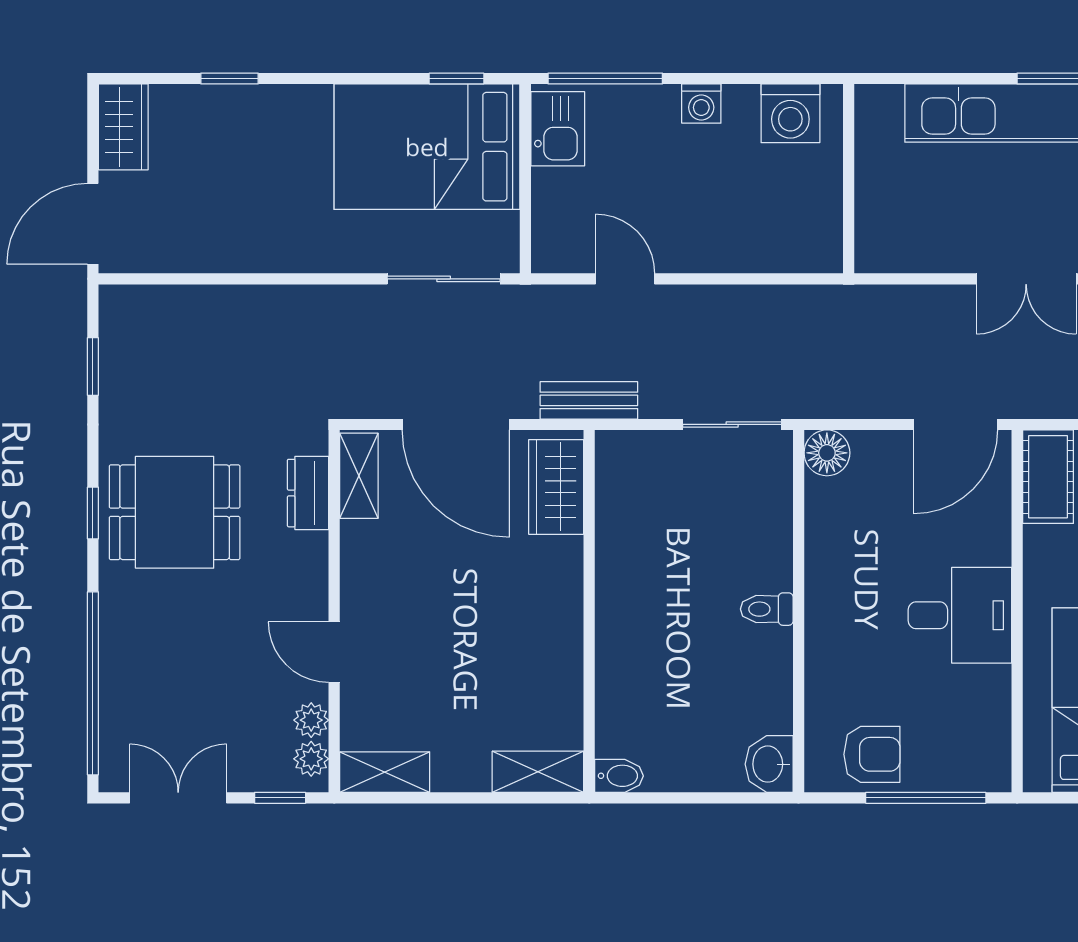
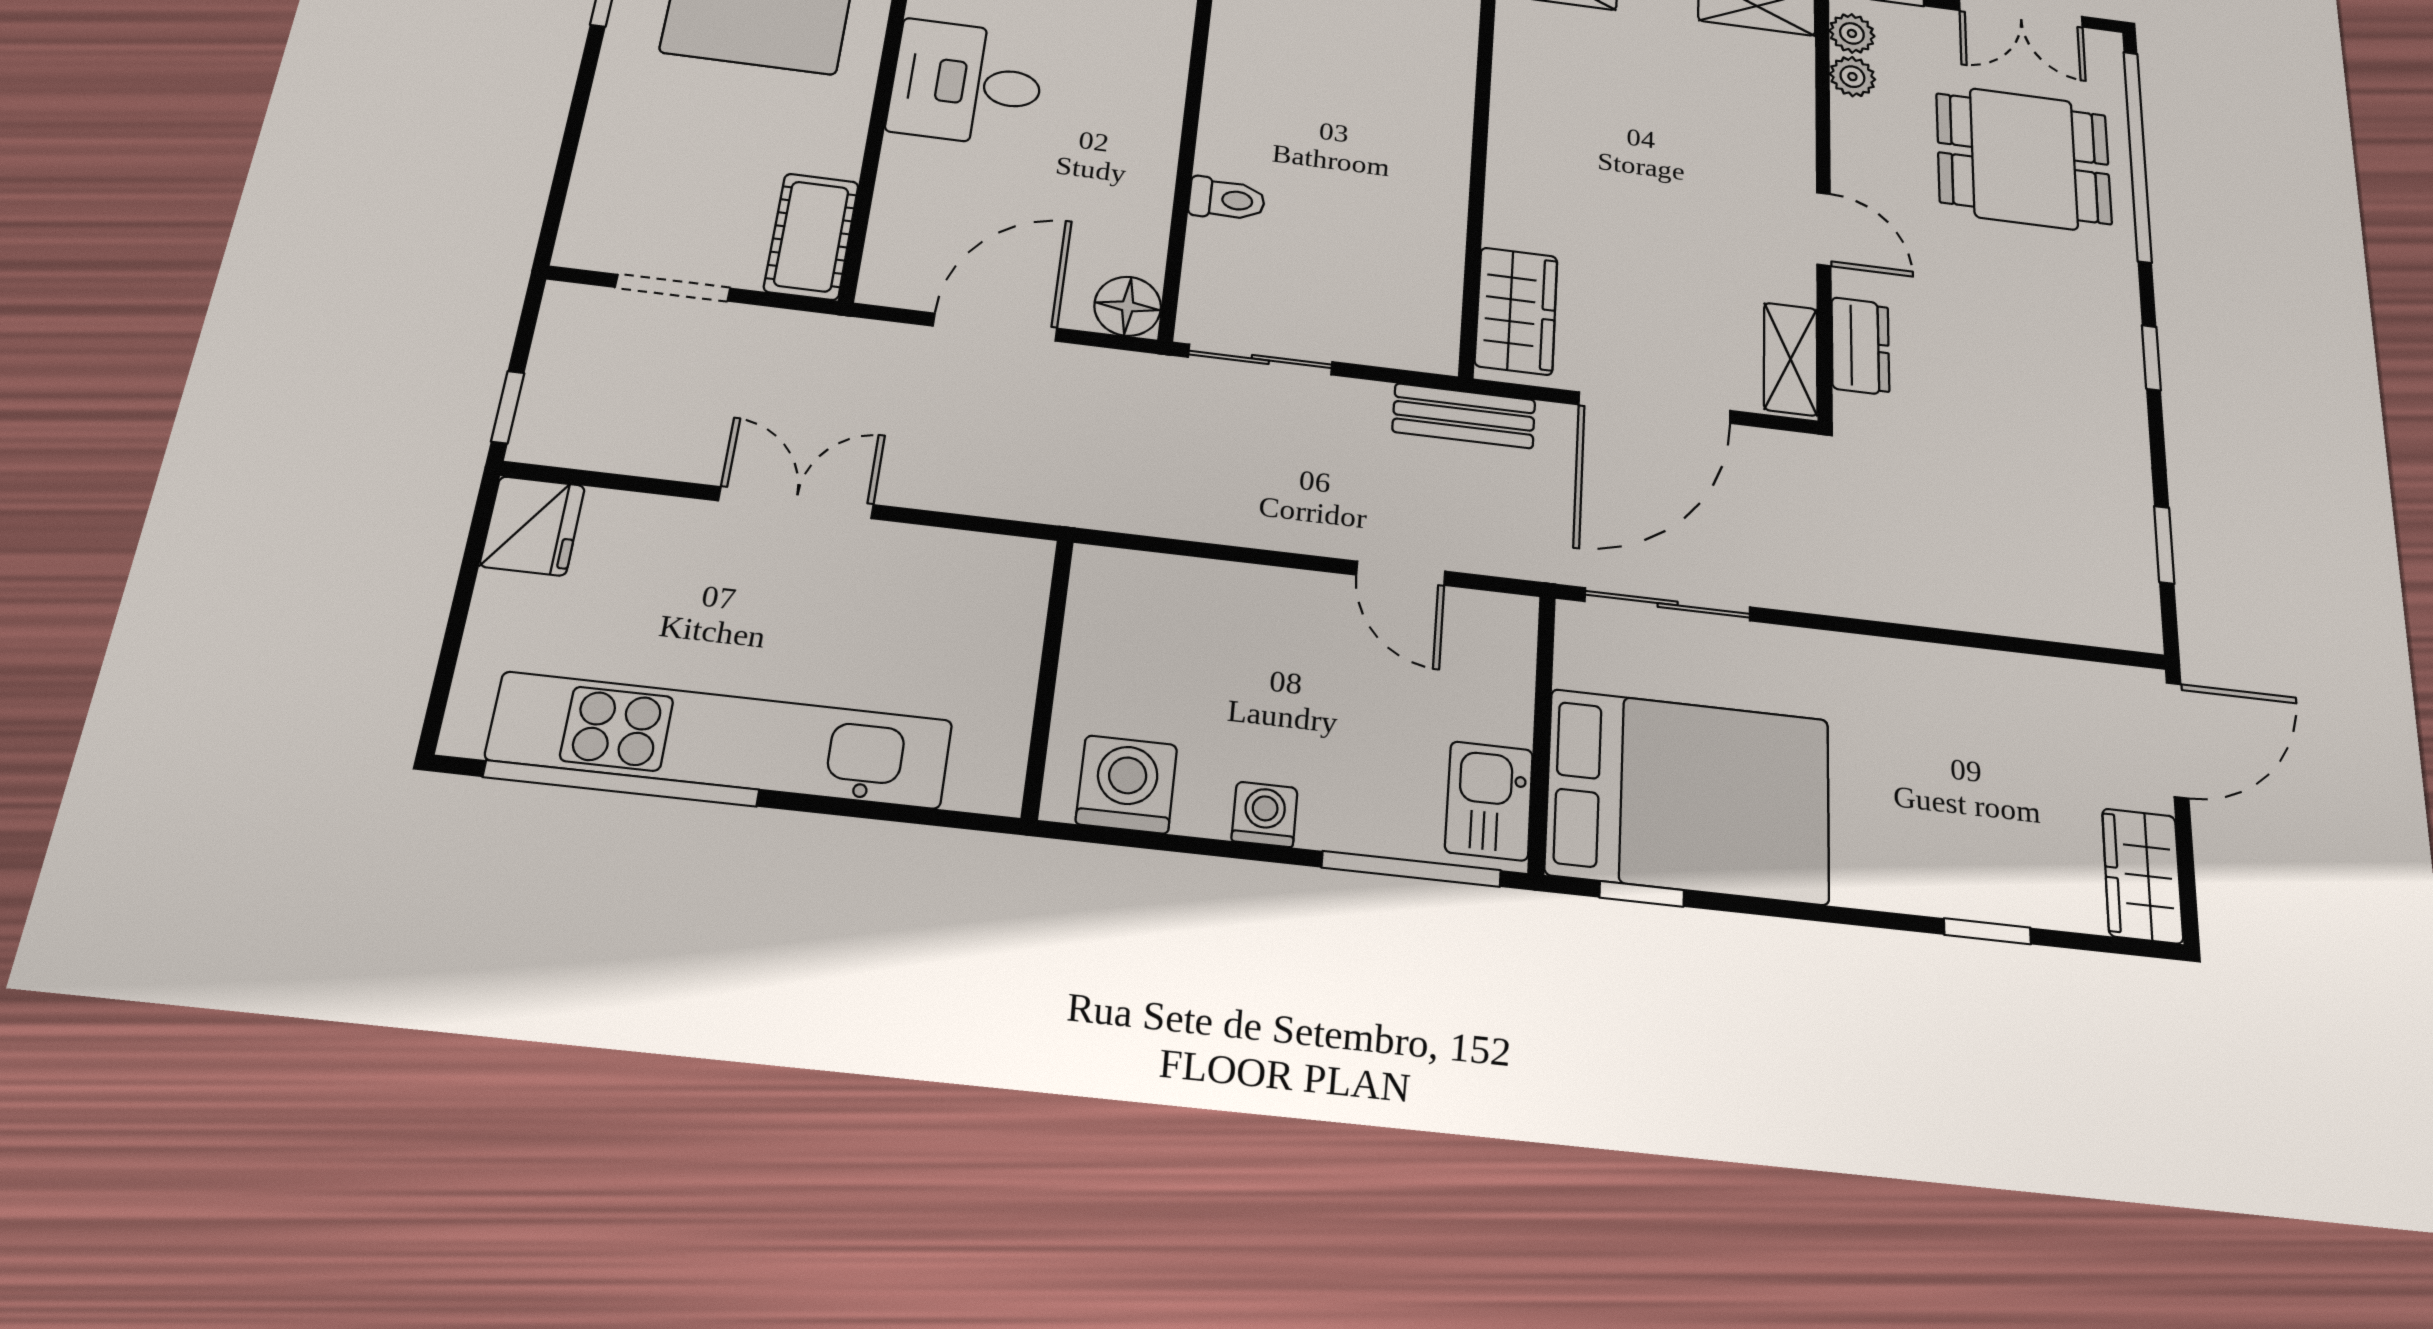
door: (456, 424) -> (1655, 408), swing flipped
door: (956, 424) -> (995, 327), moved
dining table: (175, 512) -> (2023, 158), moved
toilet: (767, 609) -> (1227, 199), moved
door: (334, 652) -> (1824, 229), moved

